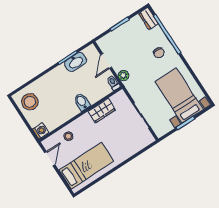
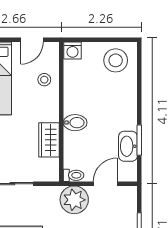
door: (106, 61) -> (105, 184), hinge flipped
plant: (124, 76) -> (74, 200), width x1.88, depth x1.88
door: (50, 159) -> (32, 40), hinge flipped

